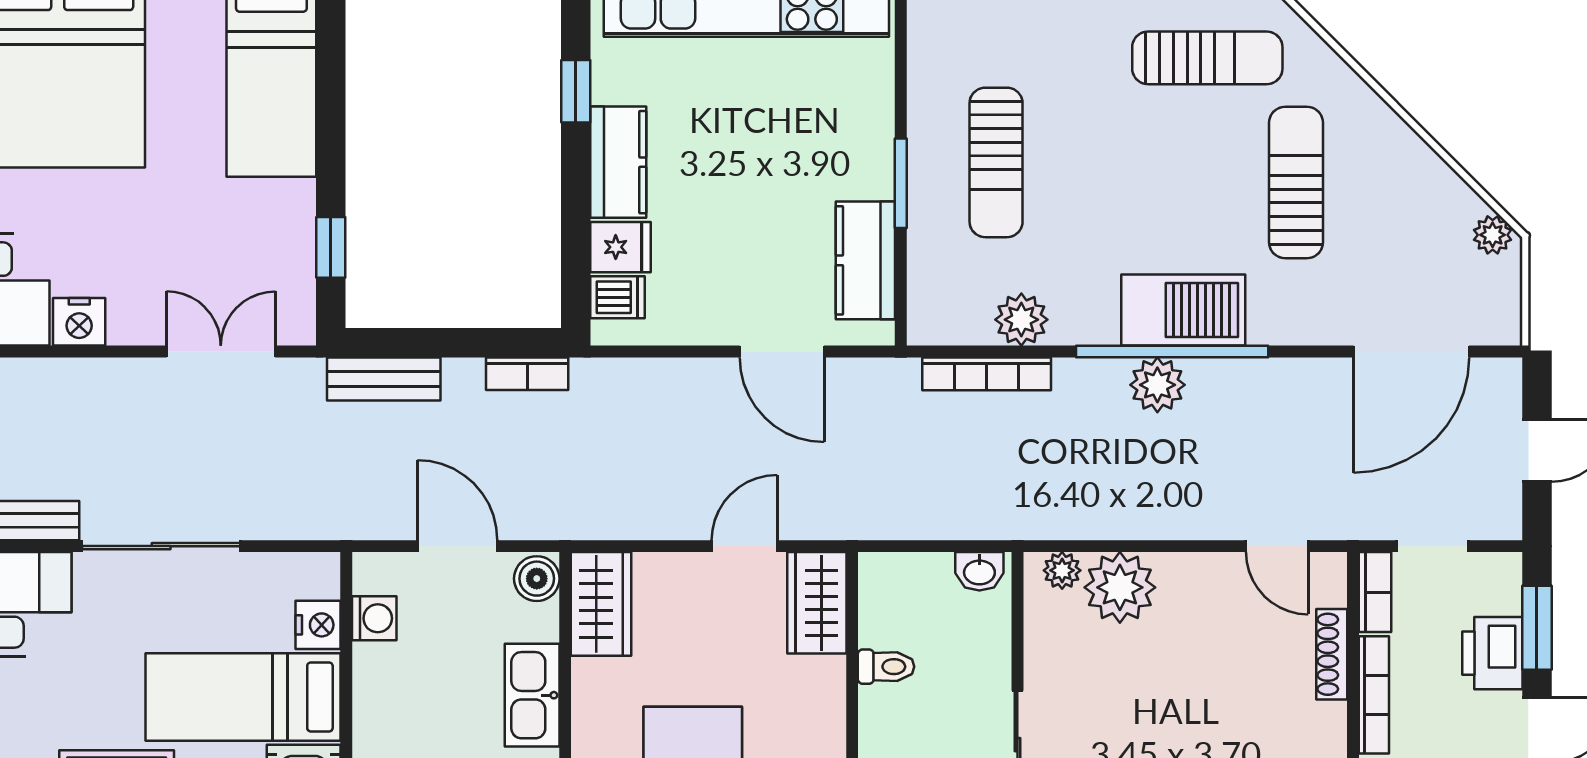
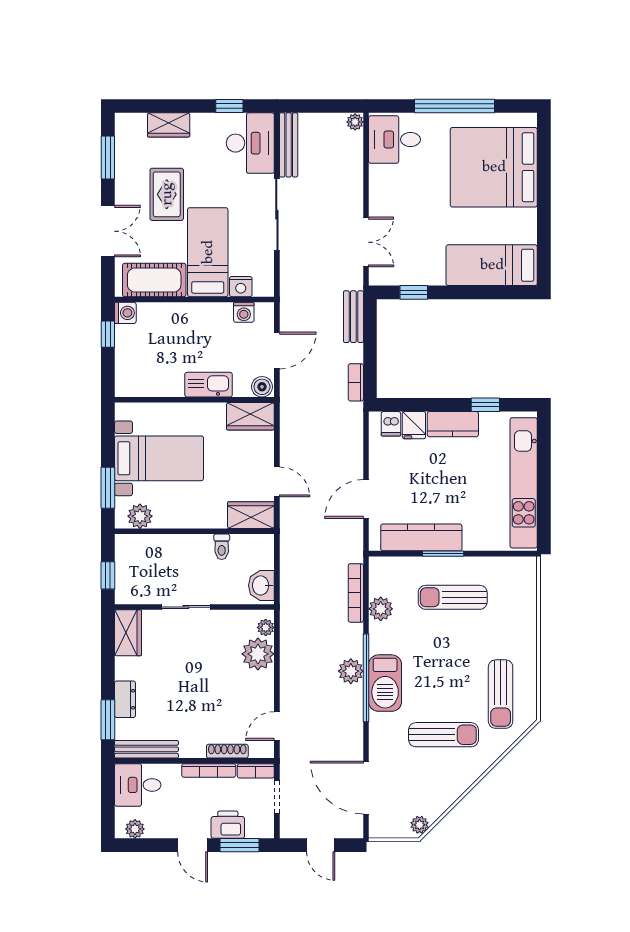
kitchen counter: (865, 260) -> (421, 537), width x1.50
nightstand: (79, 322) -> (380, 177), removed
washbasin: (979, 571) -> (261, 585), width x1.38, depth x1.45

